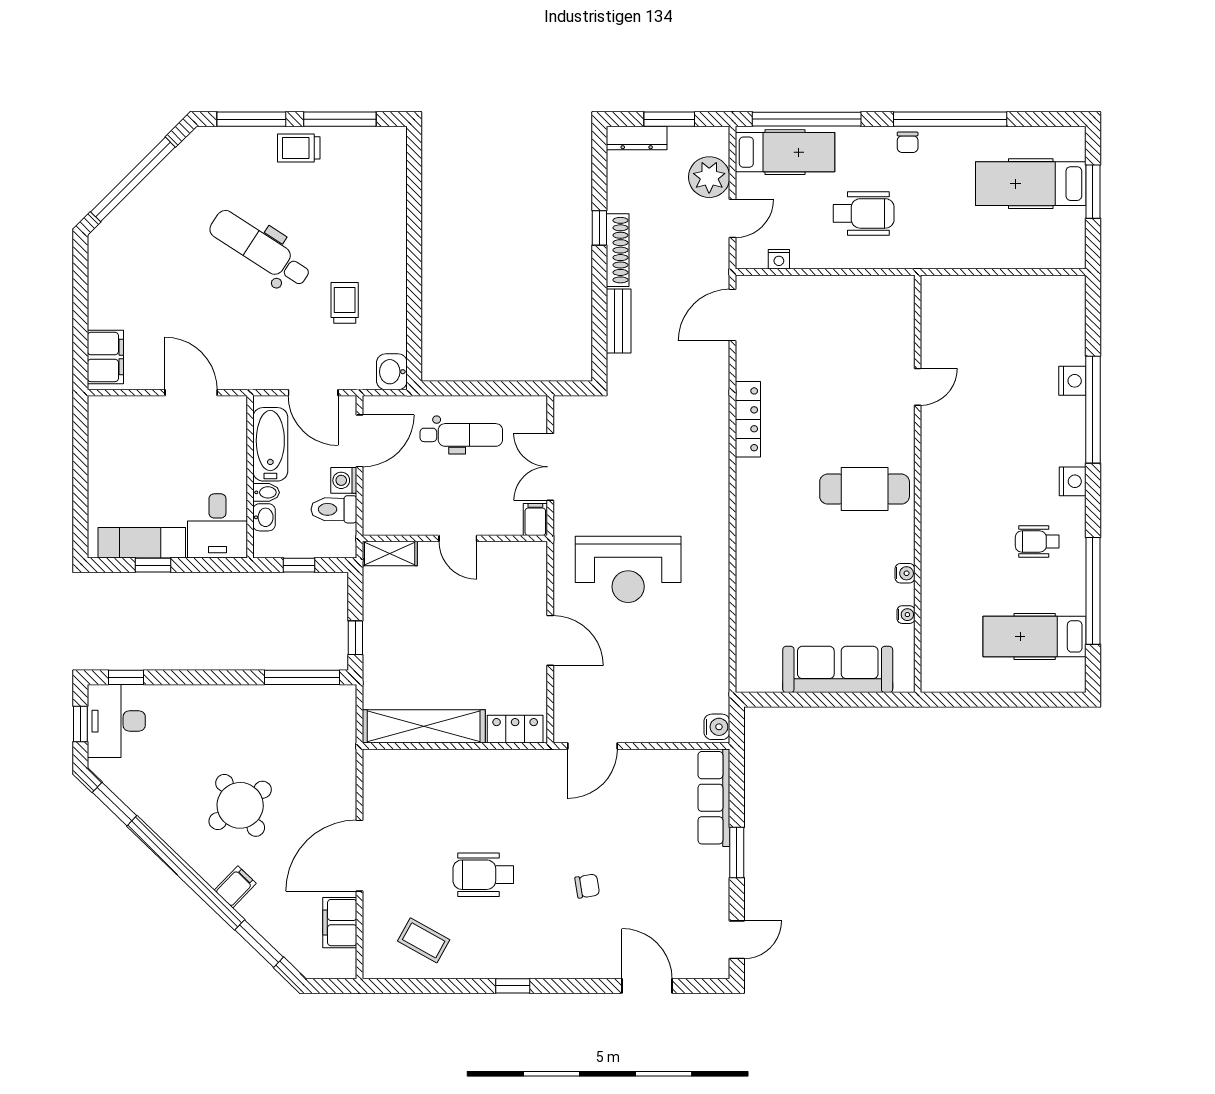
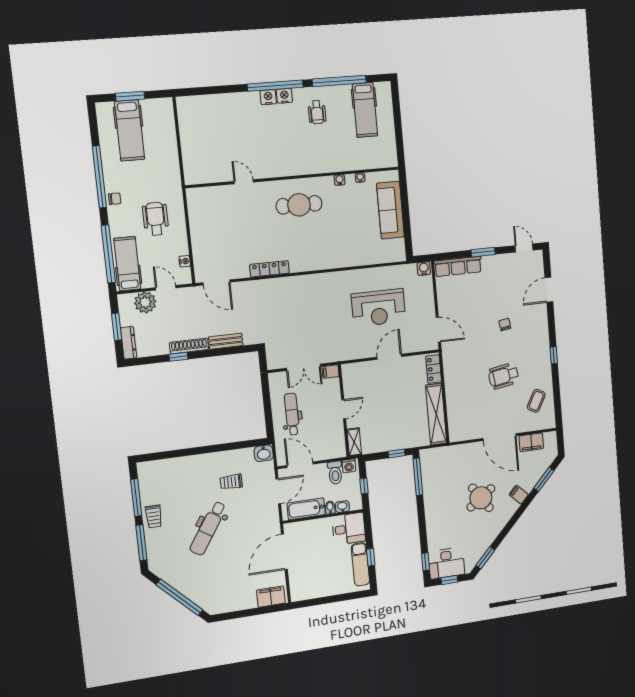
nightstand: (1072, 381) -> (268, 97), moved
door: (191, 393) -> (284, 552), width x1.36
window: (1093, 410) -> (275, 86), moved
washing machine: (344, 480) -> (349, 466), moved
cafe table: (865, 489) -> (299, 205), turned 90
reception desk: (628, 569) -> (379, 308), moved, turned 90
wheelchair: (483, 875) -> (504, 376), turned 81

